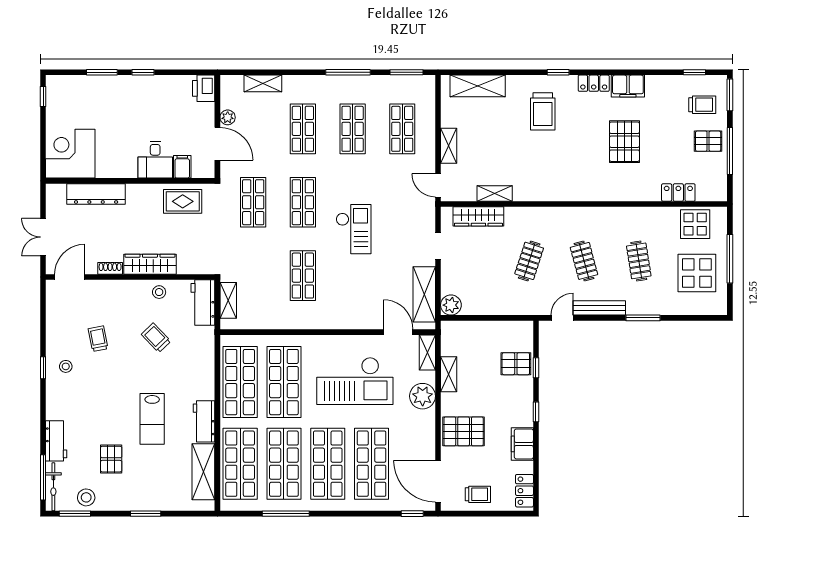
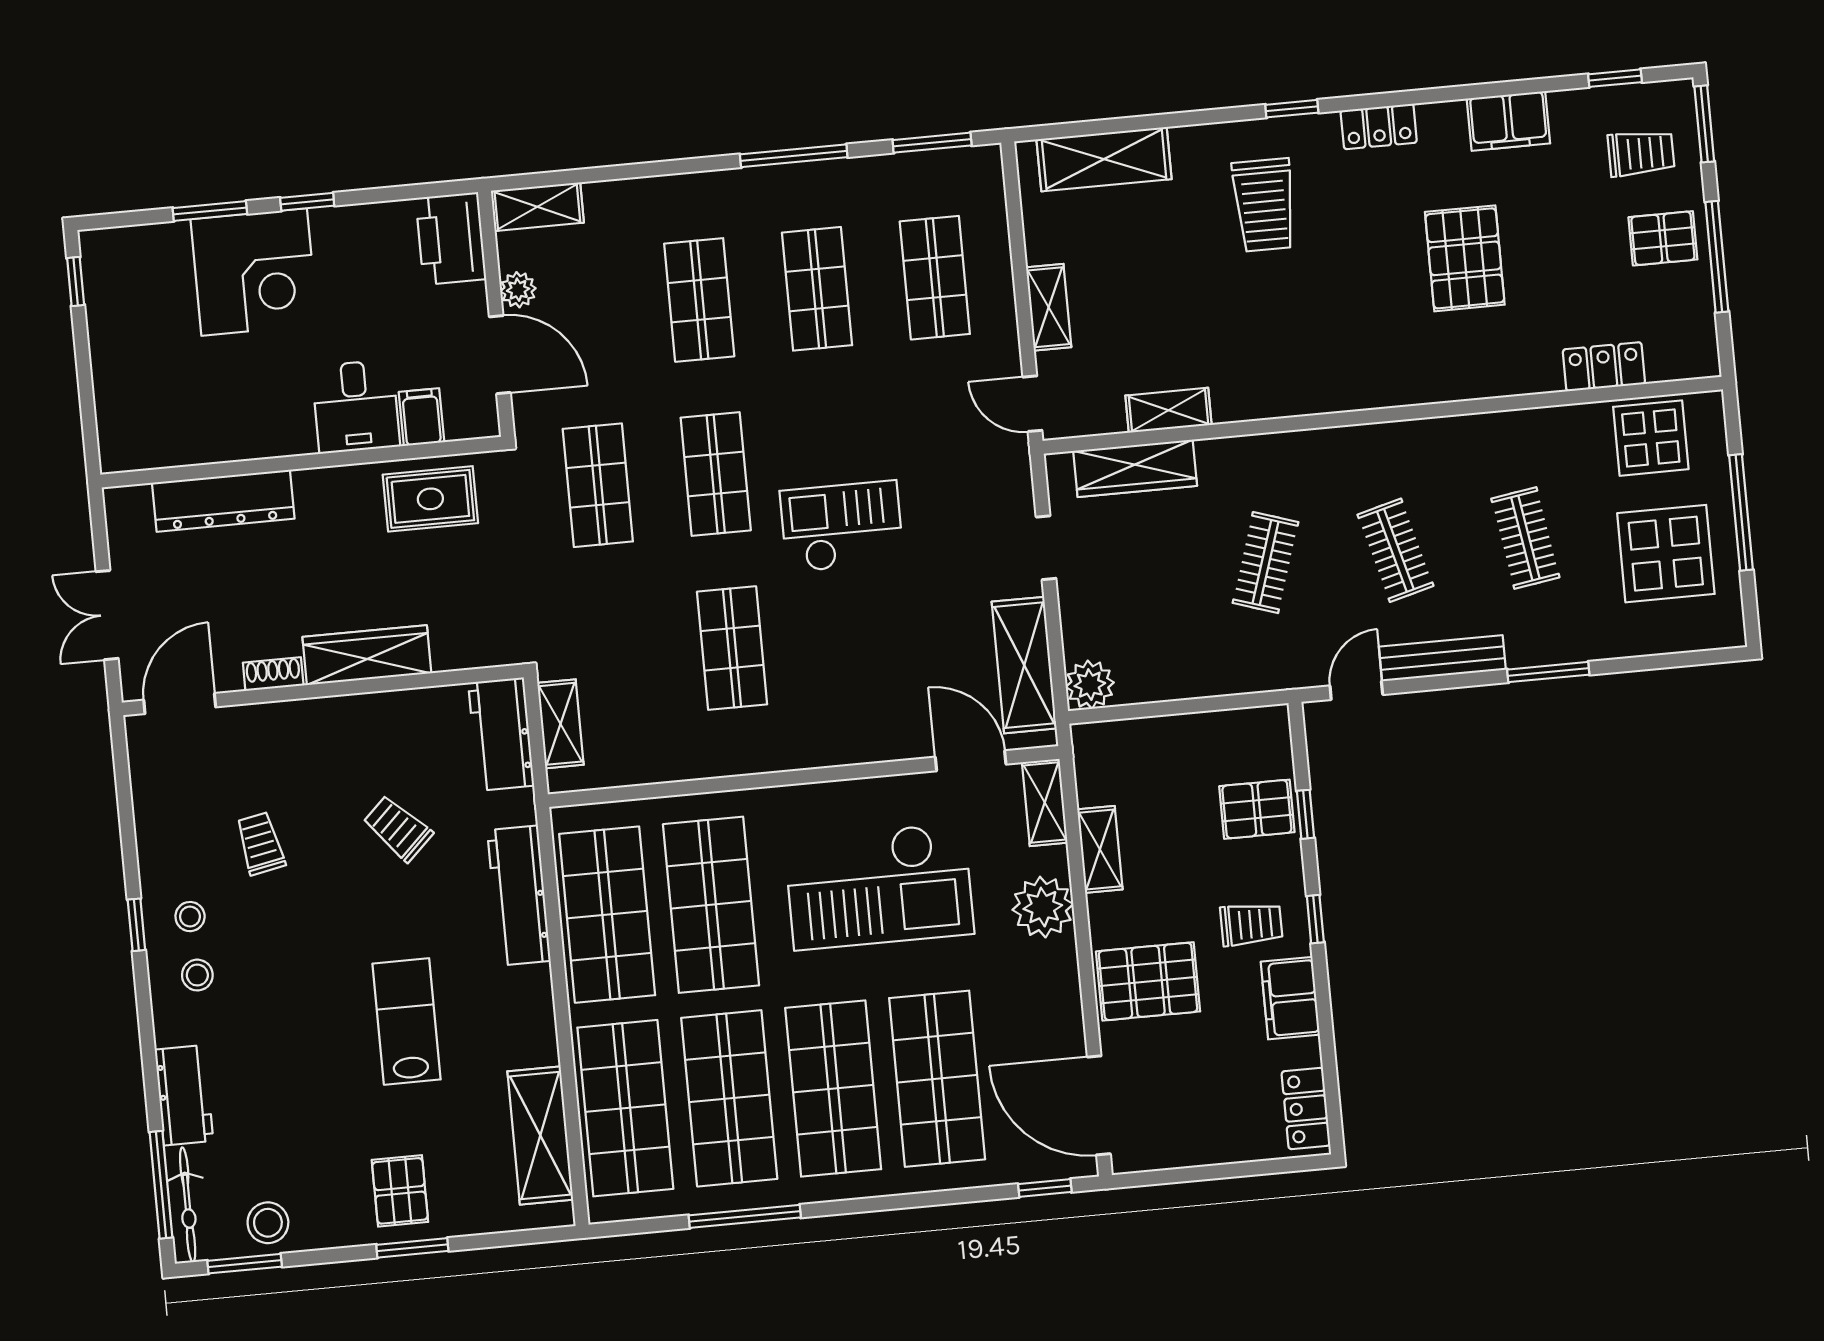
shelving: (263, 83) -> (537, 207), moved
filing cabinet: (628, 86) -> (1508, 121), moved
printer: (204, 88) -> (451, 239), width x1.37, depth x1.19
corner desk: (70, 154) -> (254, 272), moved, turned 180
checkout: (354, 229) -> (842, 526), turned -90
stool: (159, 292) -> (197, 975), moved
lab bench: (152, 419) -> (407, 1022), turned 180
workbench: (204, 421) -> (519, 896), moved, width x1.38
pallet: (111, 459) -> (400, 1191), moved
trolley: (478, 494) -> (1251, 924), moved

